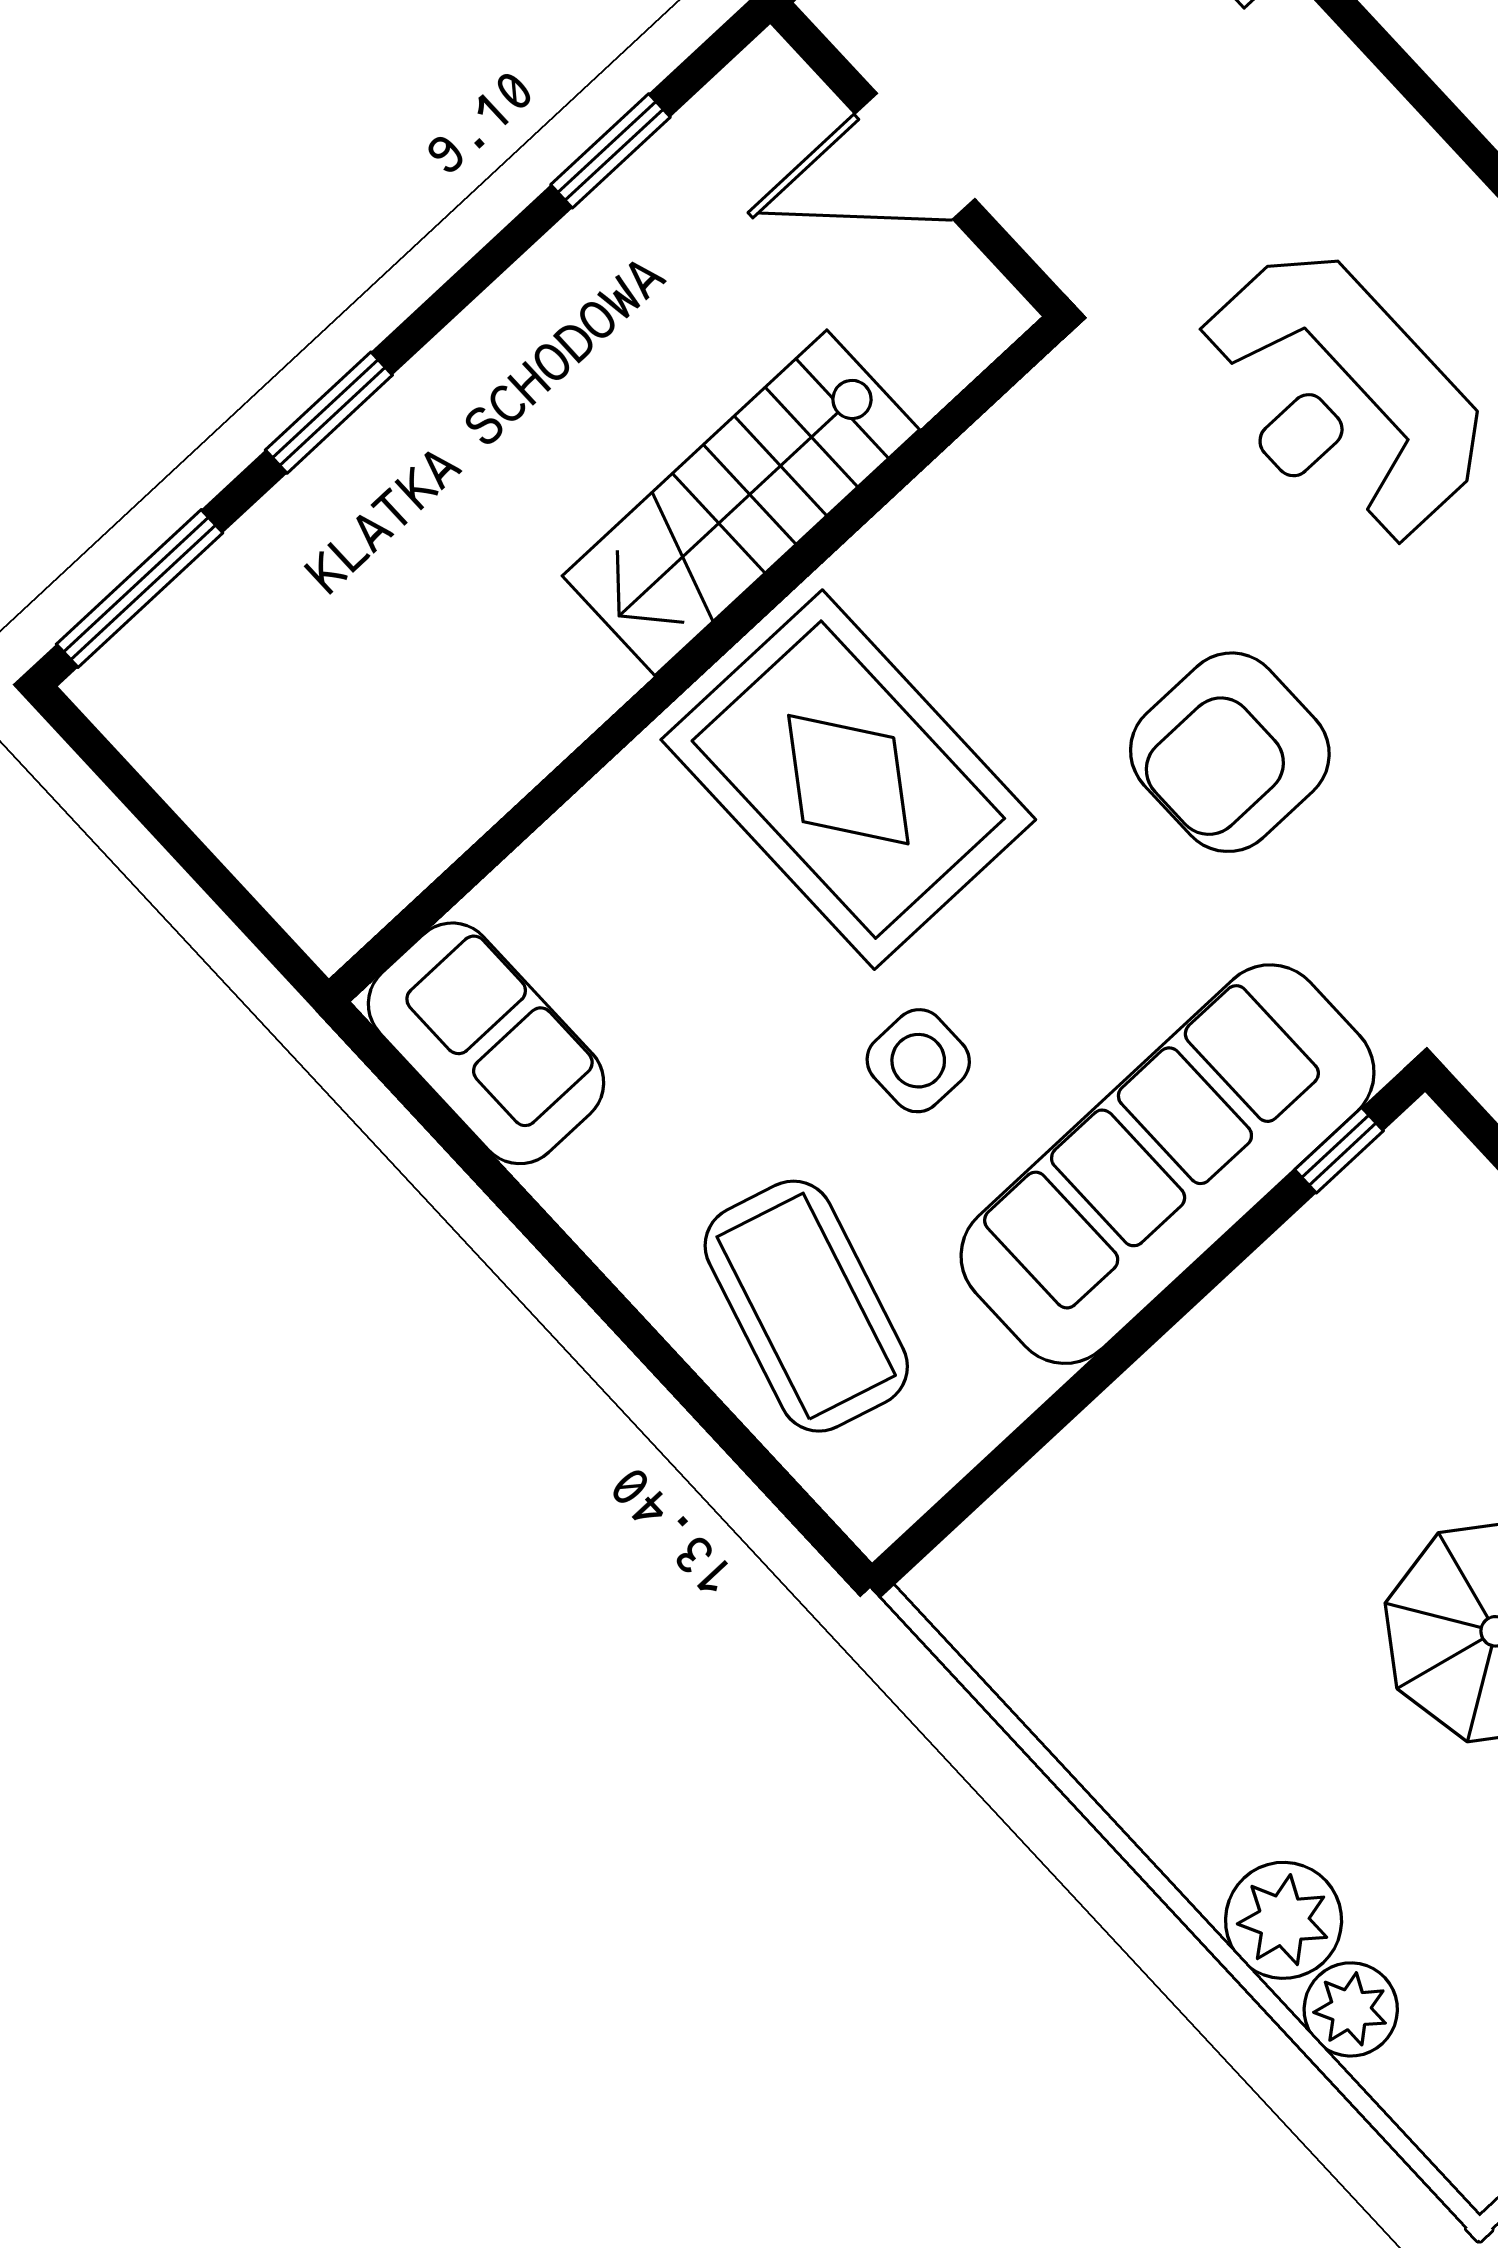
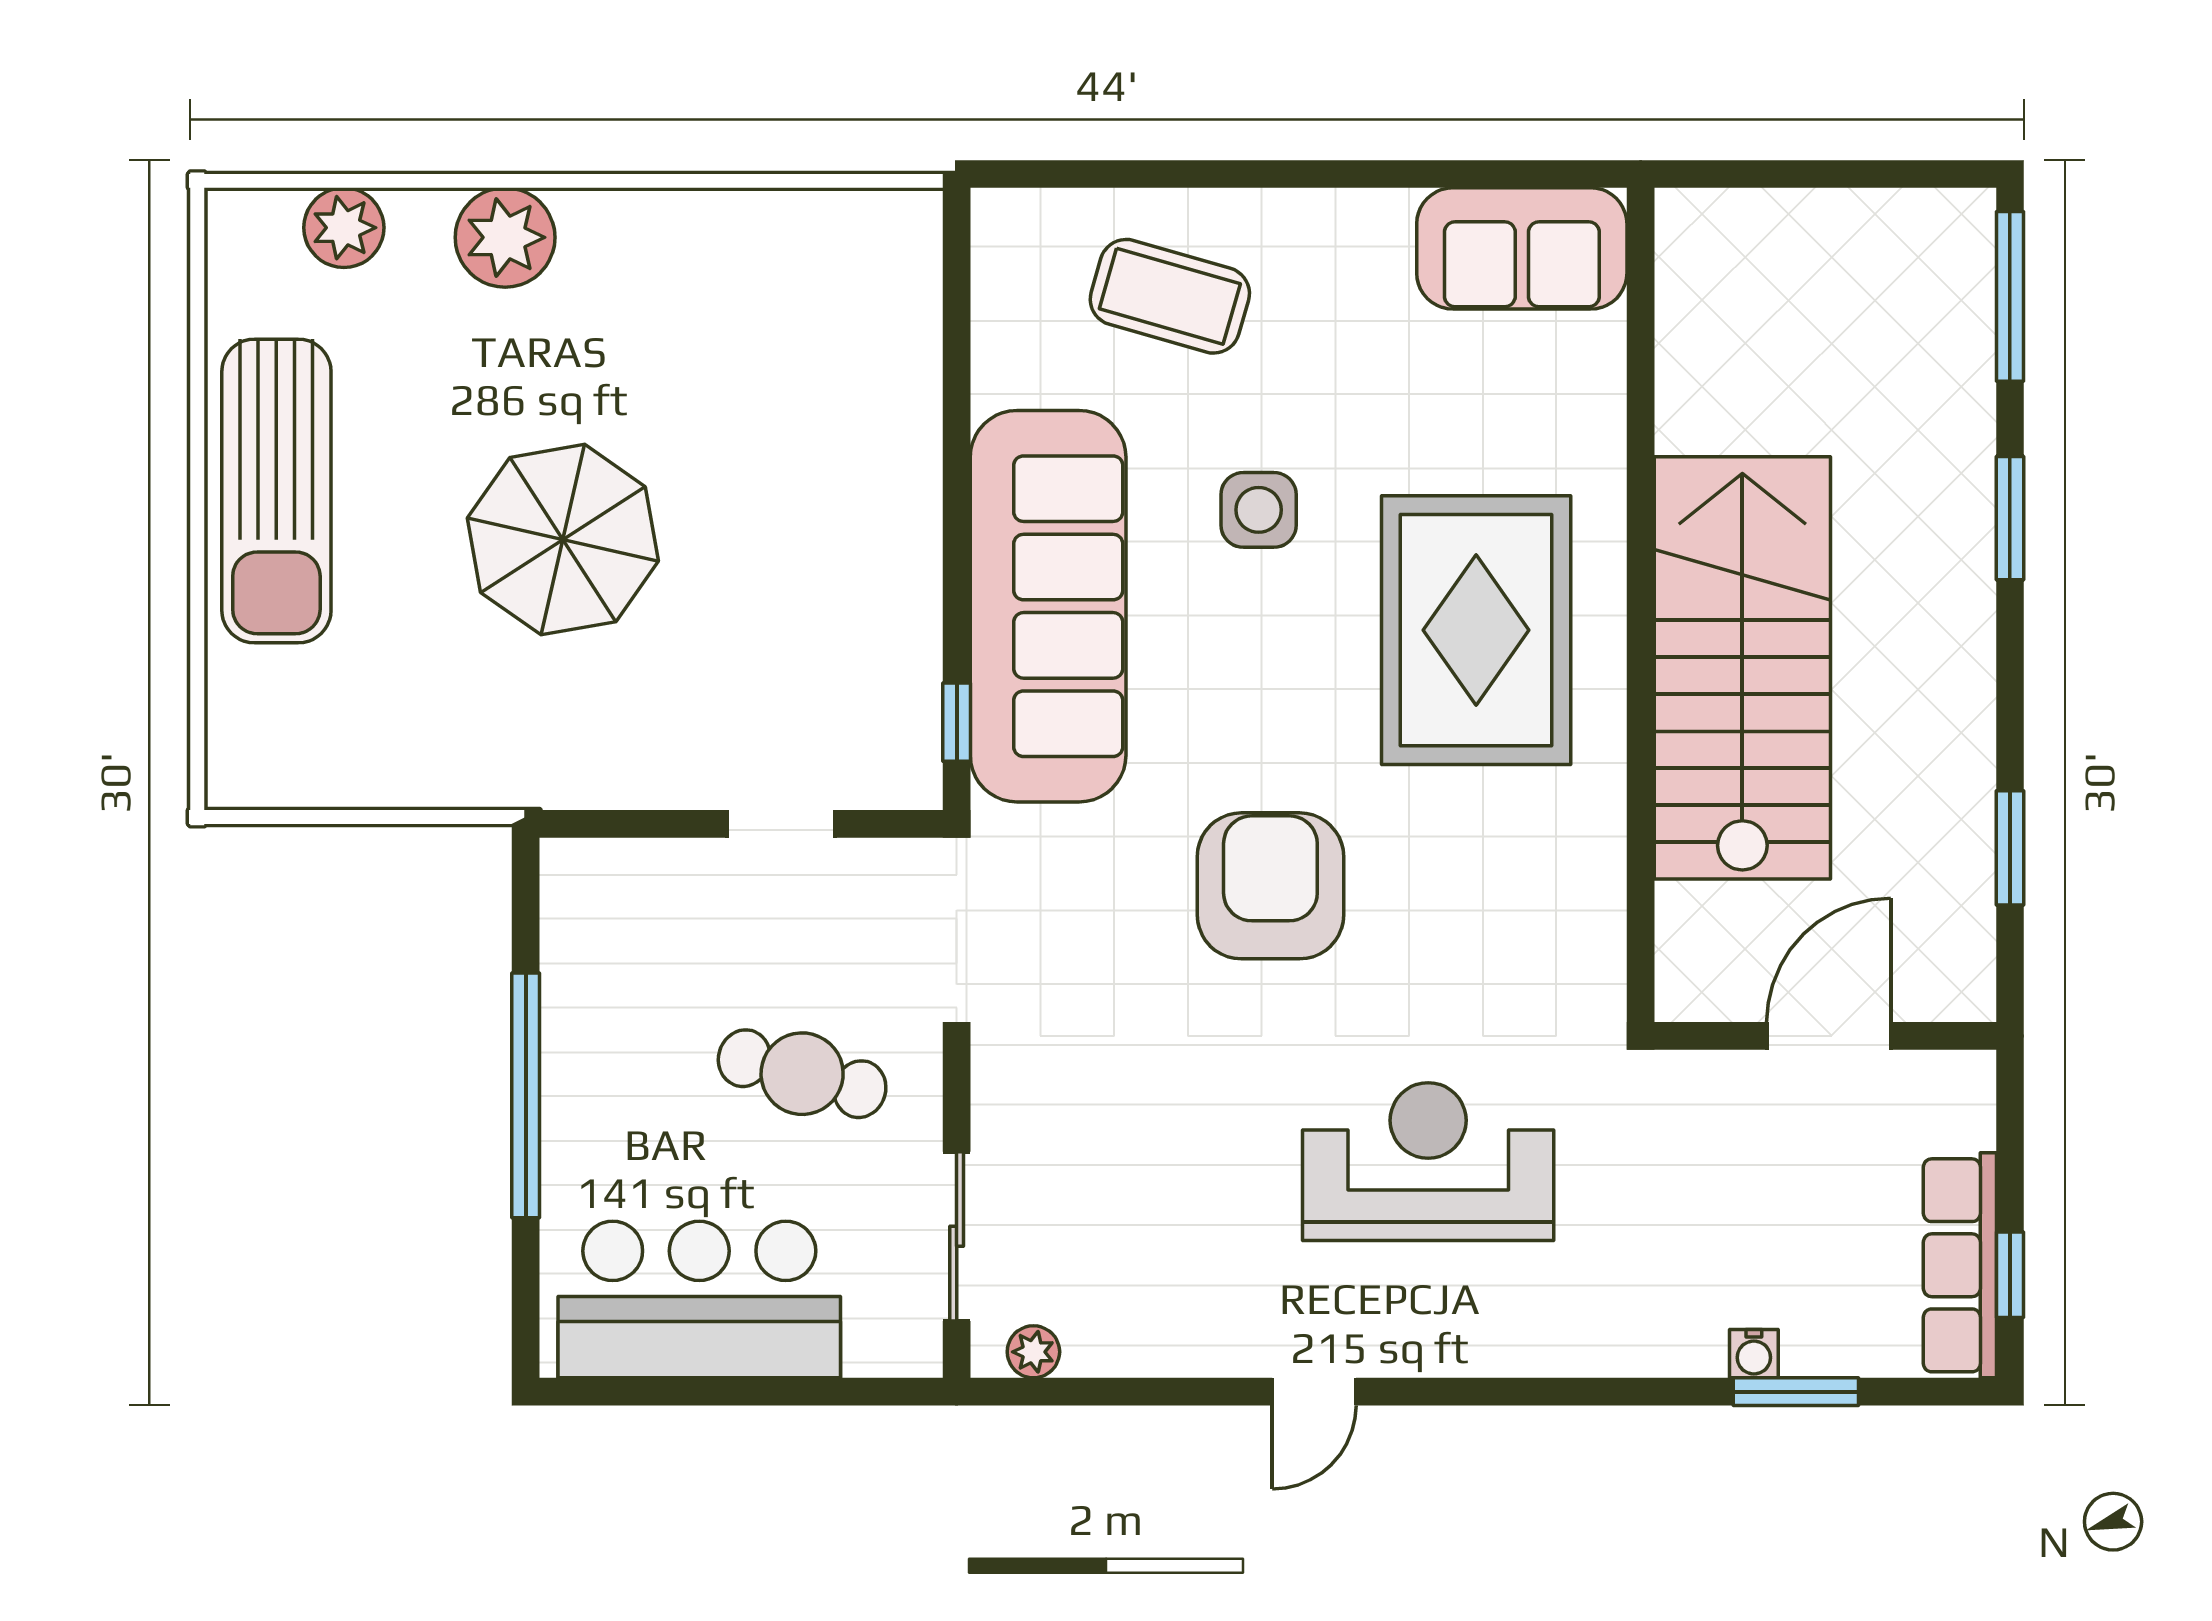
stairs: (741, 503) -> (1742, 668), width x1.36, depth x1.51
rug: (848, 780) -> (1476, 630), turned 90
coffee table: (806, 1306) -> (1170, 296), width x0.73, depth x0.76
plant: (1351, 2009) -> (344, 228), moved

